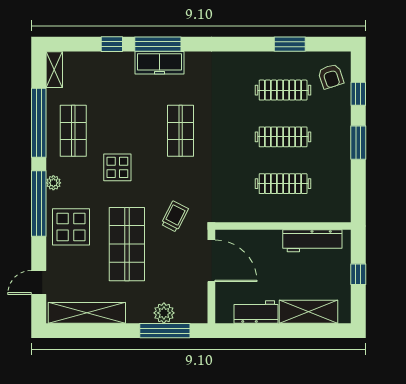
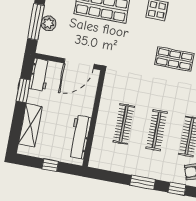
trolley: (175, 217) -> (115, 44), removed
workbench: (256, 312) -> (40, 75), moved
window: (263, 331) -> (23, 90), added

